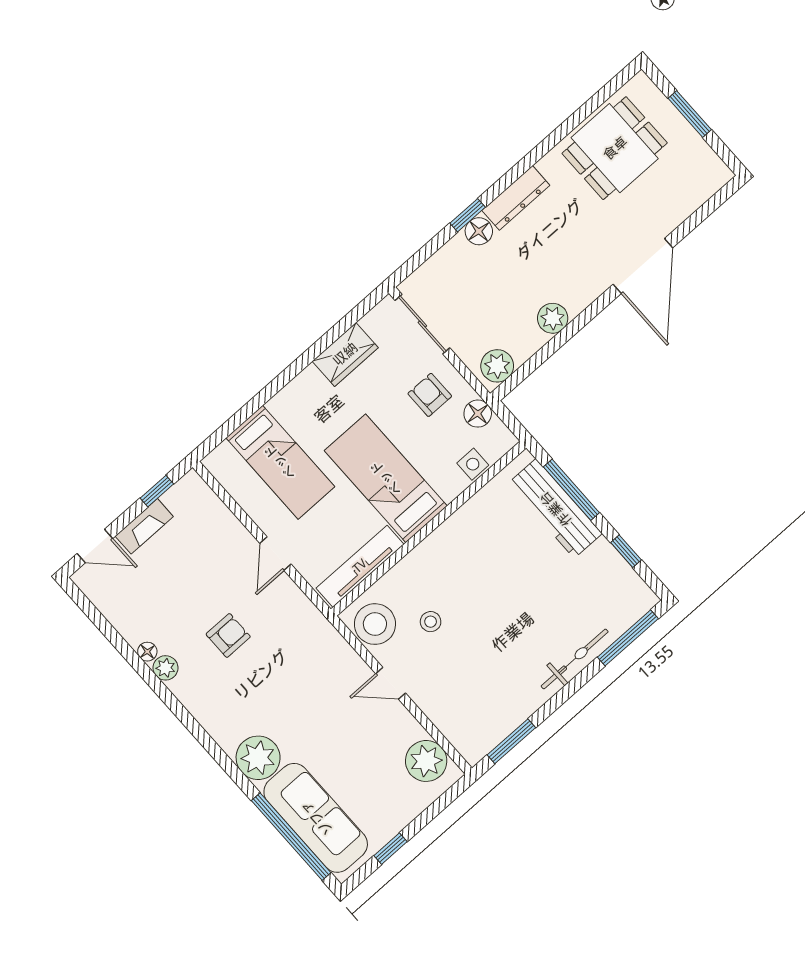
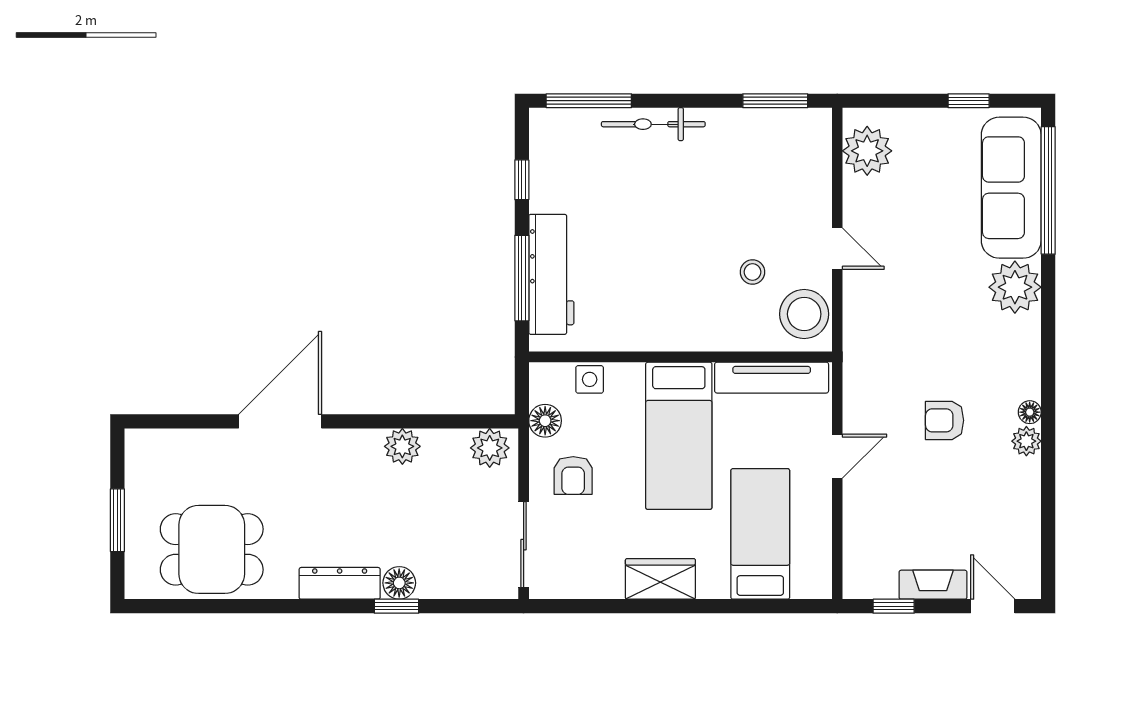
wardrobe: (345, 354) -> (660, 579), moved
floor lamp: (147, 652) -> (1030, 412), moved

